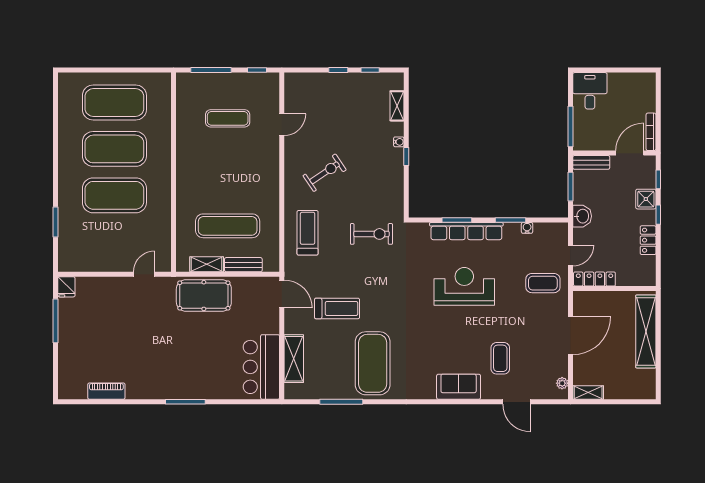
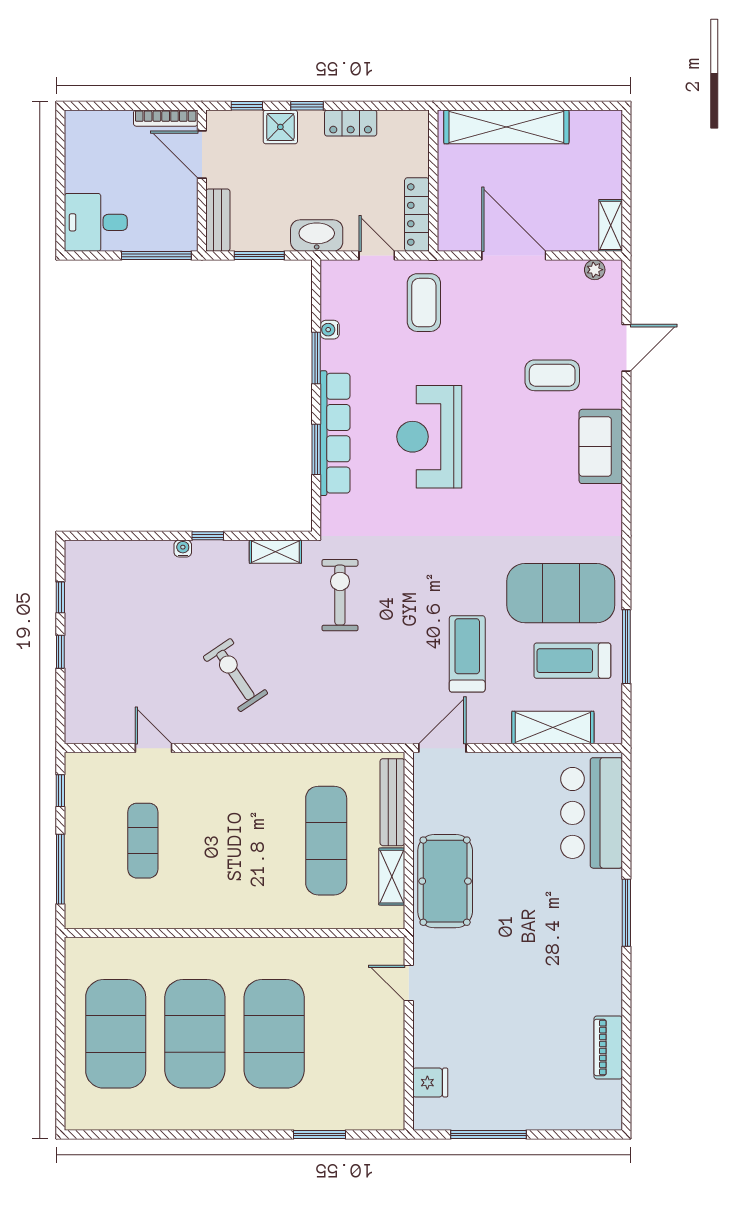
shelving: (397, 106) -> (275, 552), moved
washbasin: (582, 216) -> (317, 236), width x1.38
treadmill: (308, 233) -> (572, 661), moved
bench: (243, 265) -> (392, 802), width x1.36
fridge: (66, 287) -> (430, 1083), moved
bar counter: (261, 367) -> (592, 813), moved, turned 90

